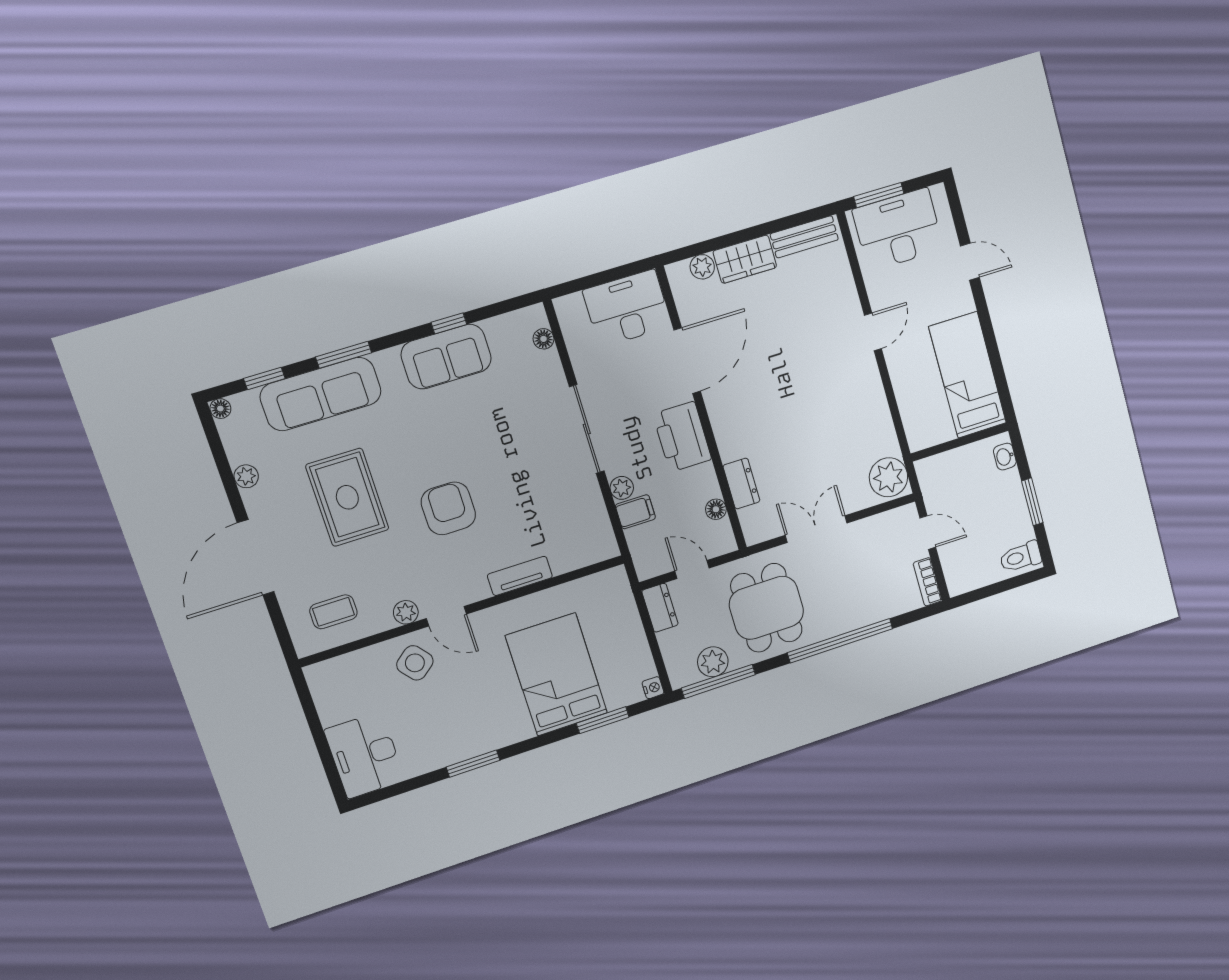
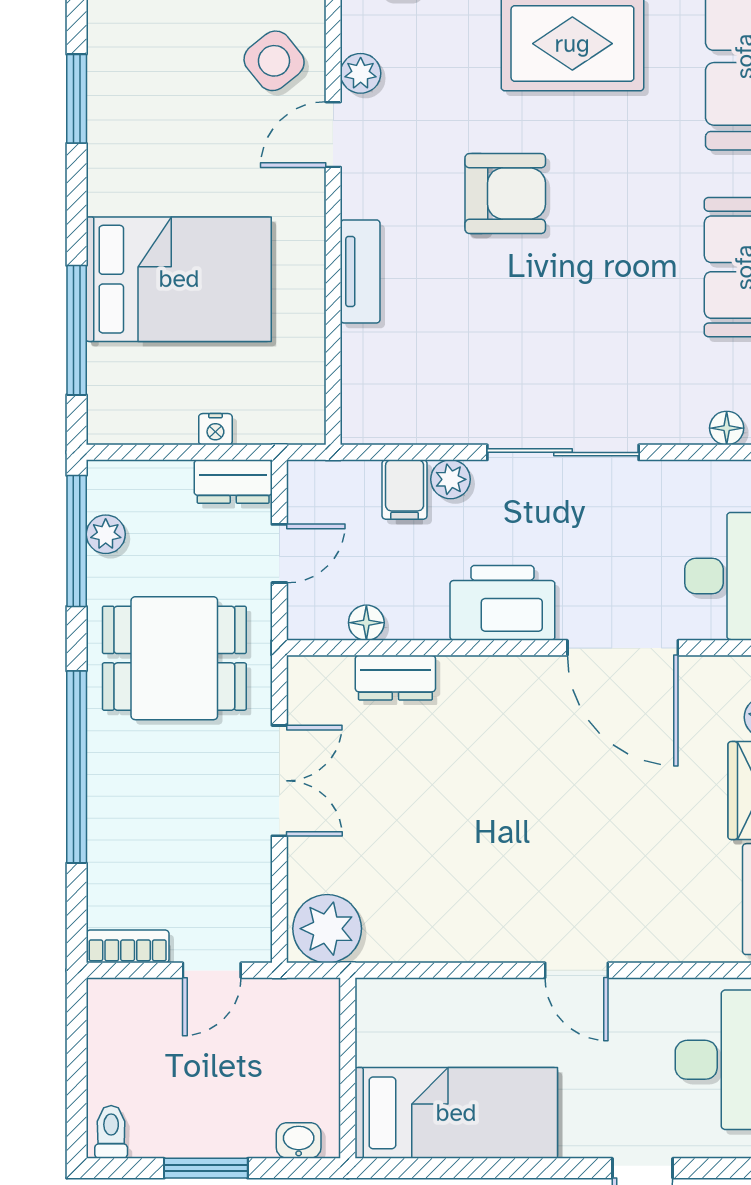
toilet: (1021, 557) -> (111, 1132), width x0.73, depth x0.72
plant: (713, 662) -> (106, 534), width x0.73, depth x0.73
nightstand: (653, 688) -> (215, 429), moved
window: (603, 720) -> (77, 330), width x1.44

